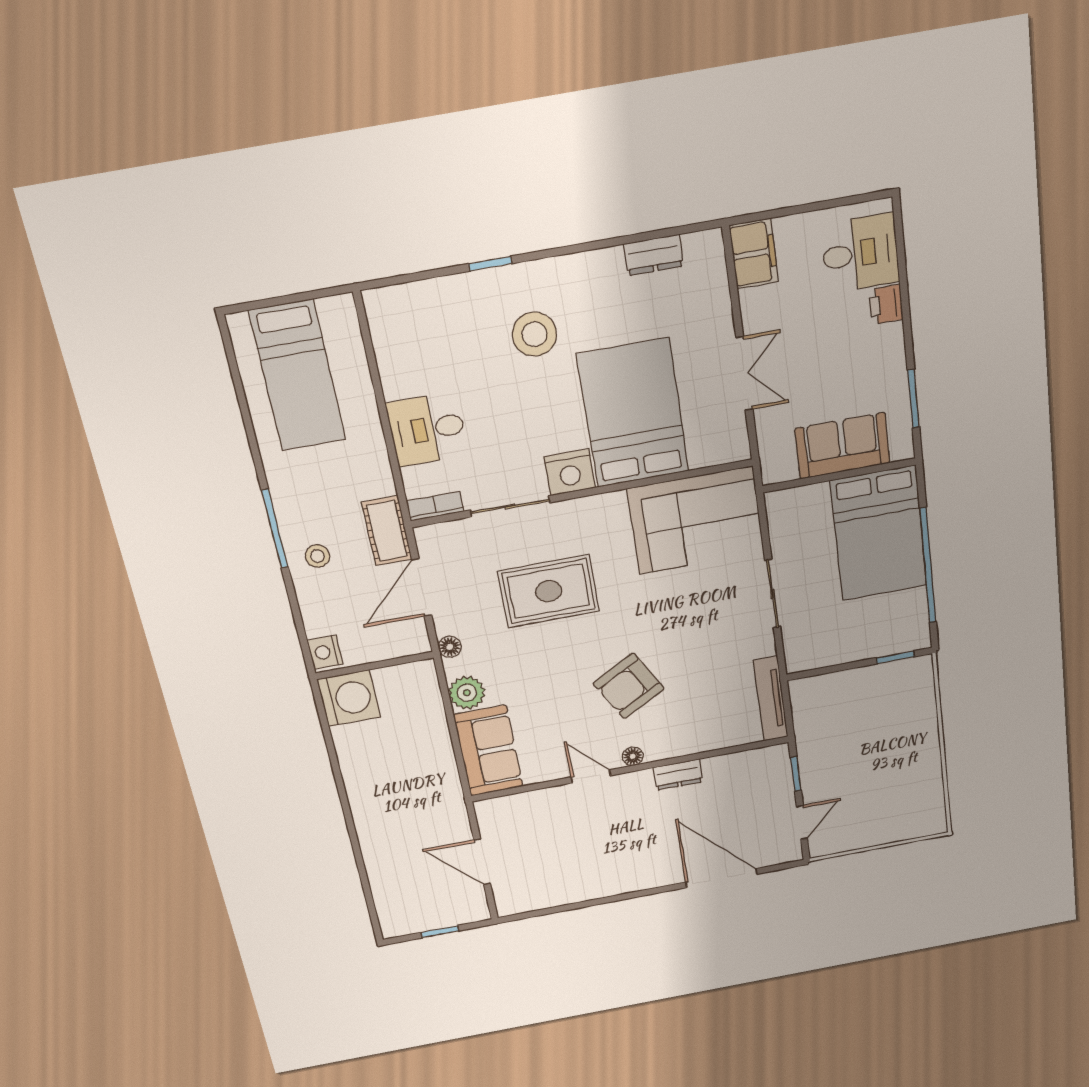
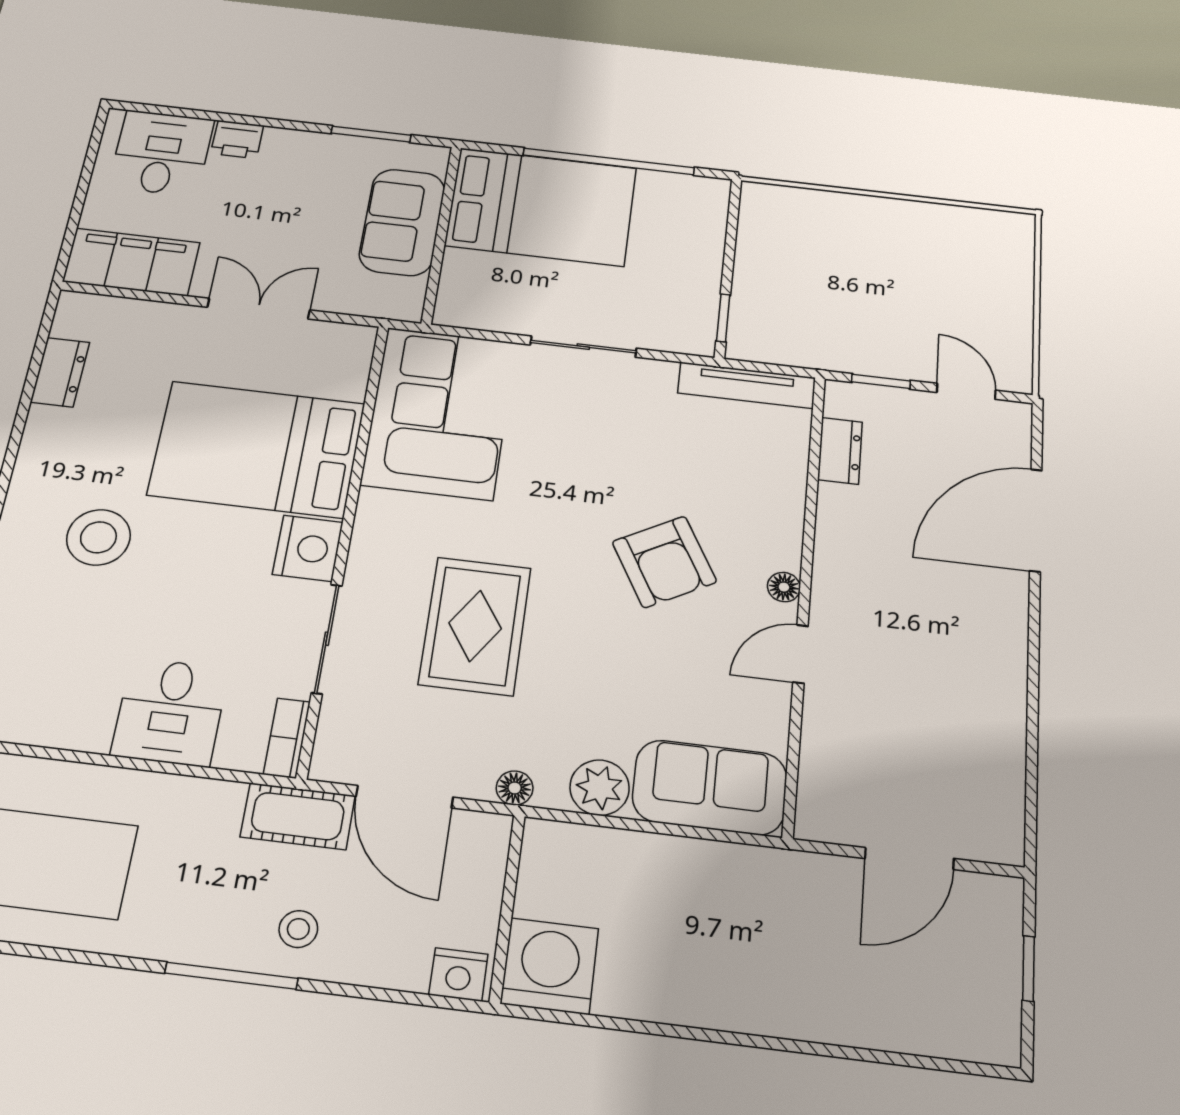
filing cabinet: (754, 254) -> (131, 262), width x1.50, depth x1.17
window: (895, 657) -> (723, 318), moved
dresser: (678, 775) -> (840, 451), moved

